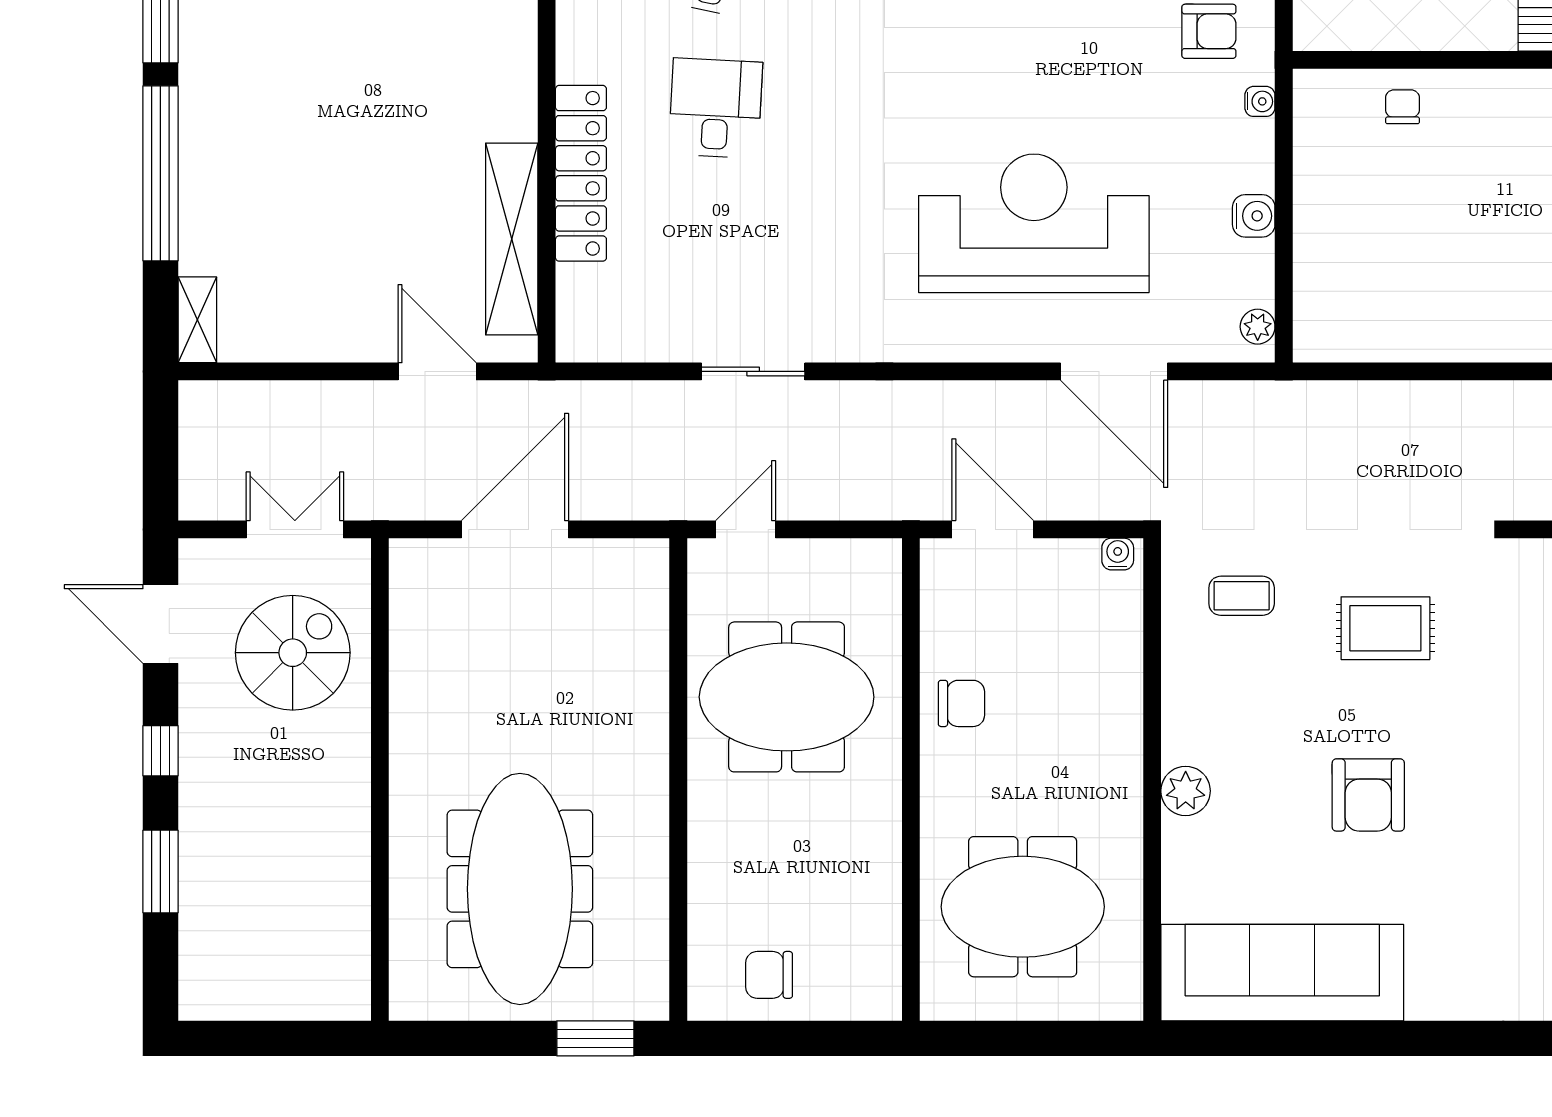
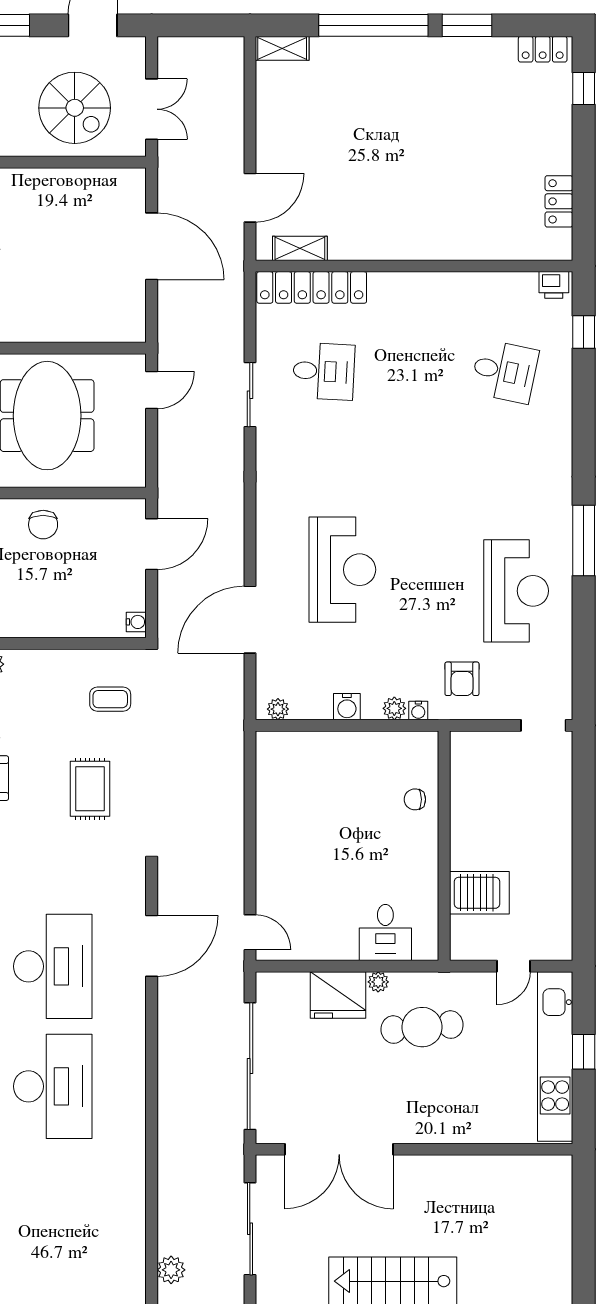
chair: (1402, 107) -> (415, 799), turned 180
desk: (716, 108) -> (324, 371), moved
plant: (1256, 140) -> (394, 708), added
locker: (581, 173) -> (312, 287), moved
reception desk: (1034, 223) -> (342, 570), width x0.74, depth x0.77
shelving: (512, 239) -> (300, 248), width x0.45, depth x0.75
door: (746, 529) -> (152, 390), hinge flipped
coffee table: (1242, 596) -> (110, 699), turned 90

